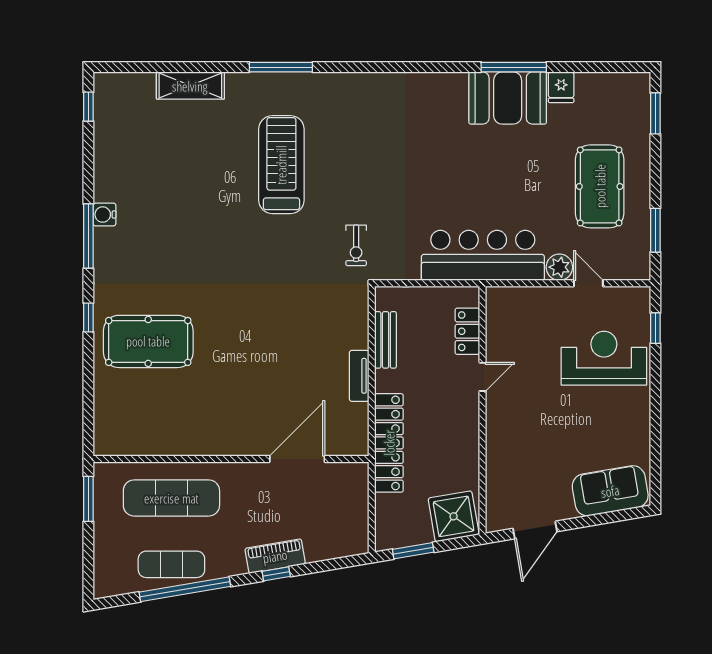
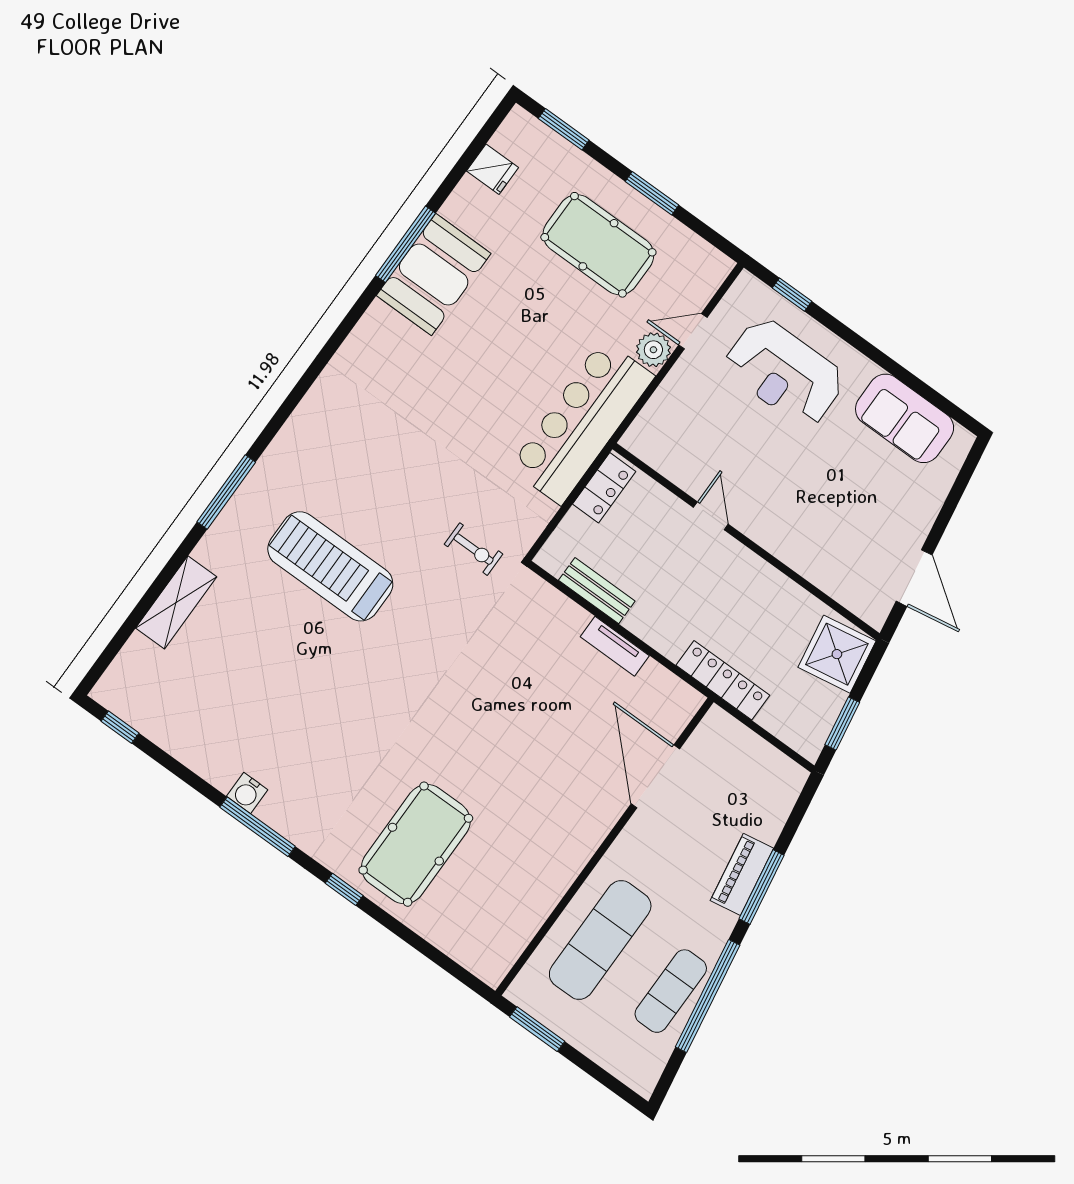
fridge: (561, 87) -> (492, 169), moved
window: (655, 230) -> (652, 193), moved
locker: (467, 331) -> (604, 488), moved, turned -90
reception desk: (604, 358) -> (784, 372), turned -90
locker: (389, 443) -> (723, 680), width x0.71, depth x0.83
sofa: (610, 491) -> (905, 418), moved, turned -80
window: (276, 574) -> (761, 887), width x2.17

